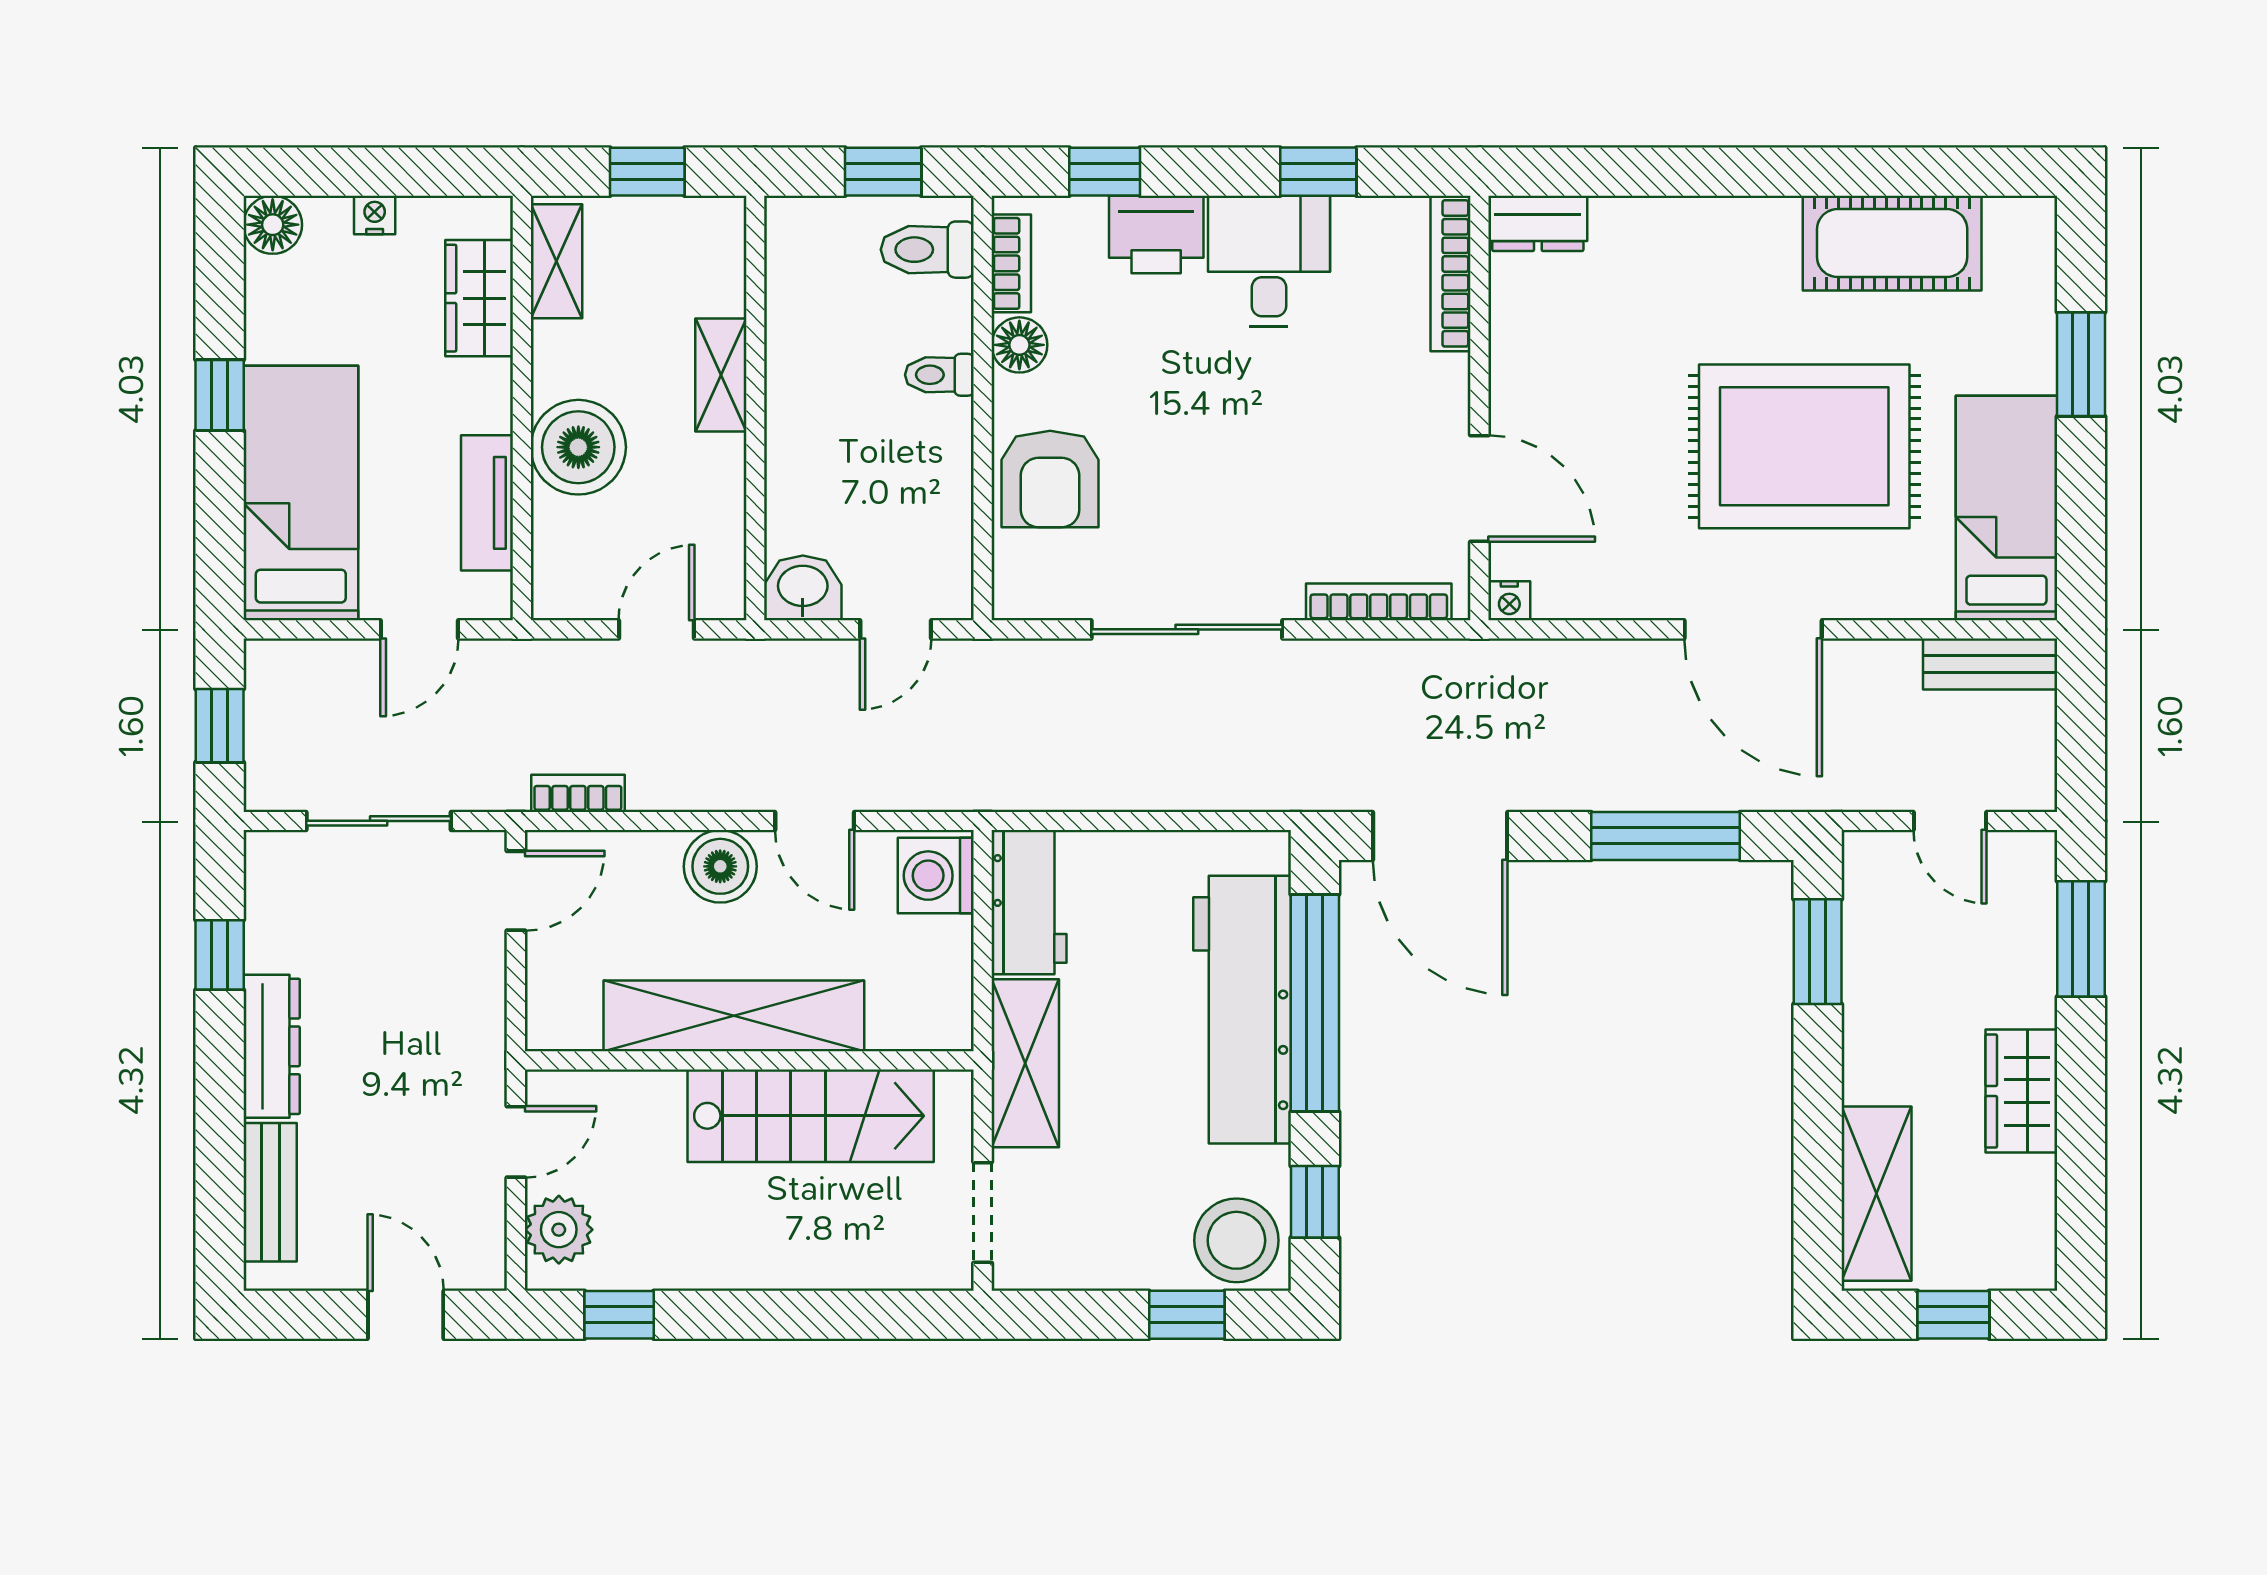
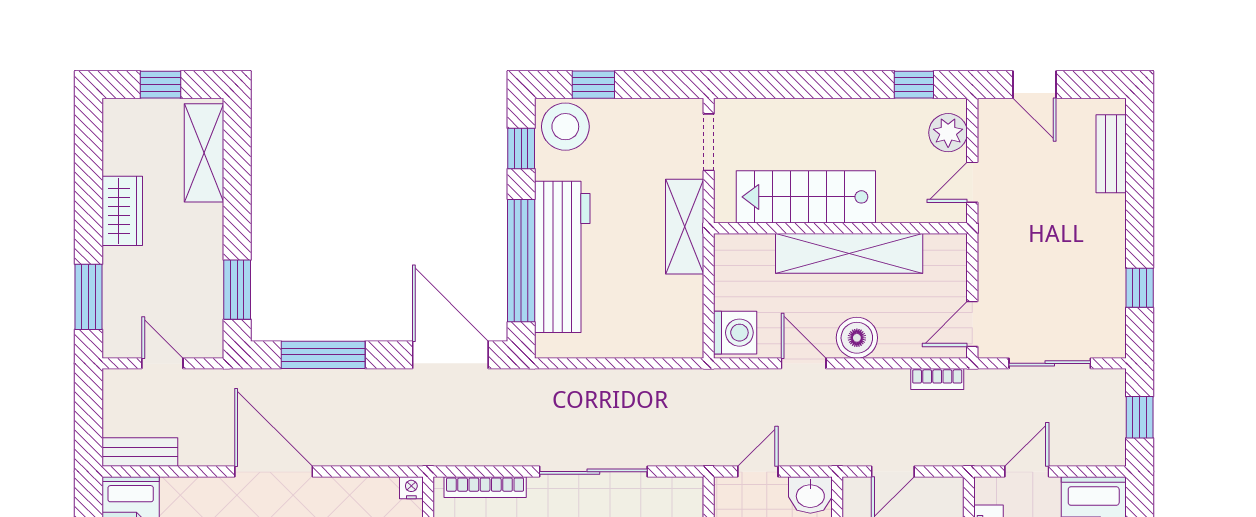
workbench: (1029, 902) -> (683, 318), removed
dresser: (272, 1046) -> (1110, 236), removed

